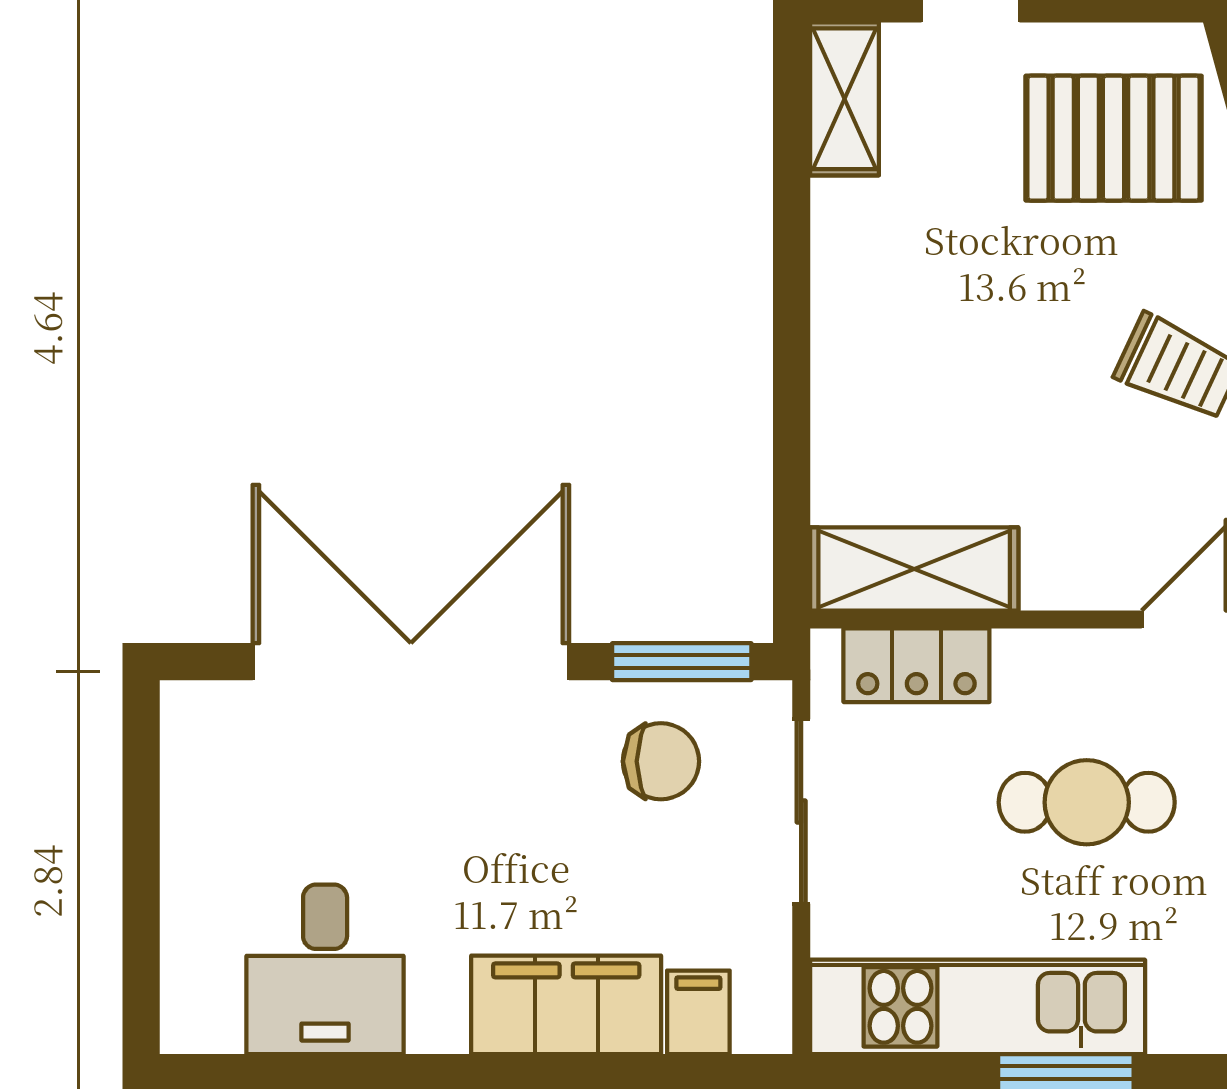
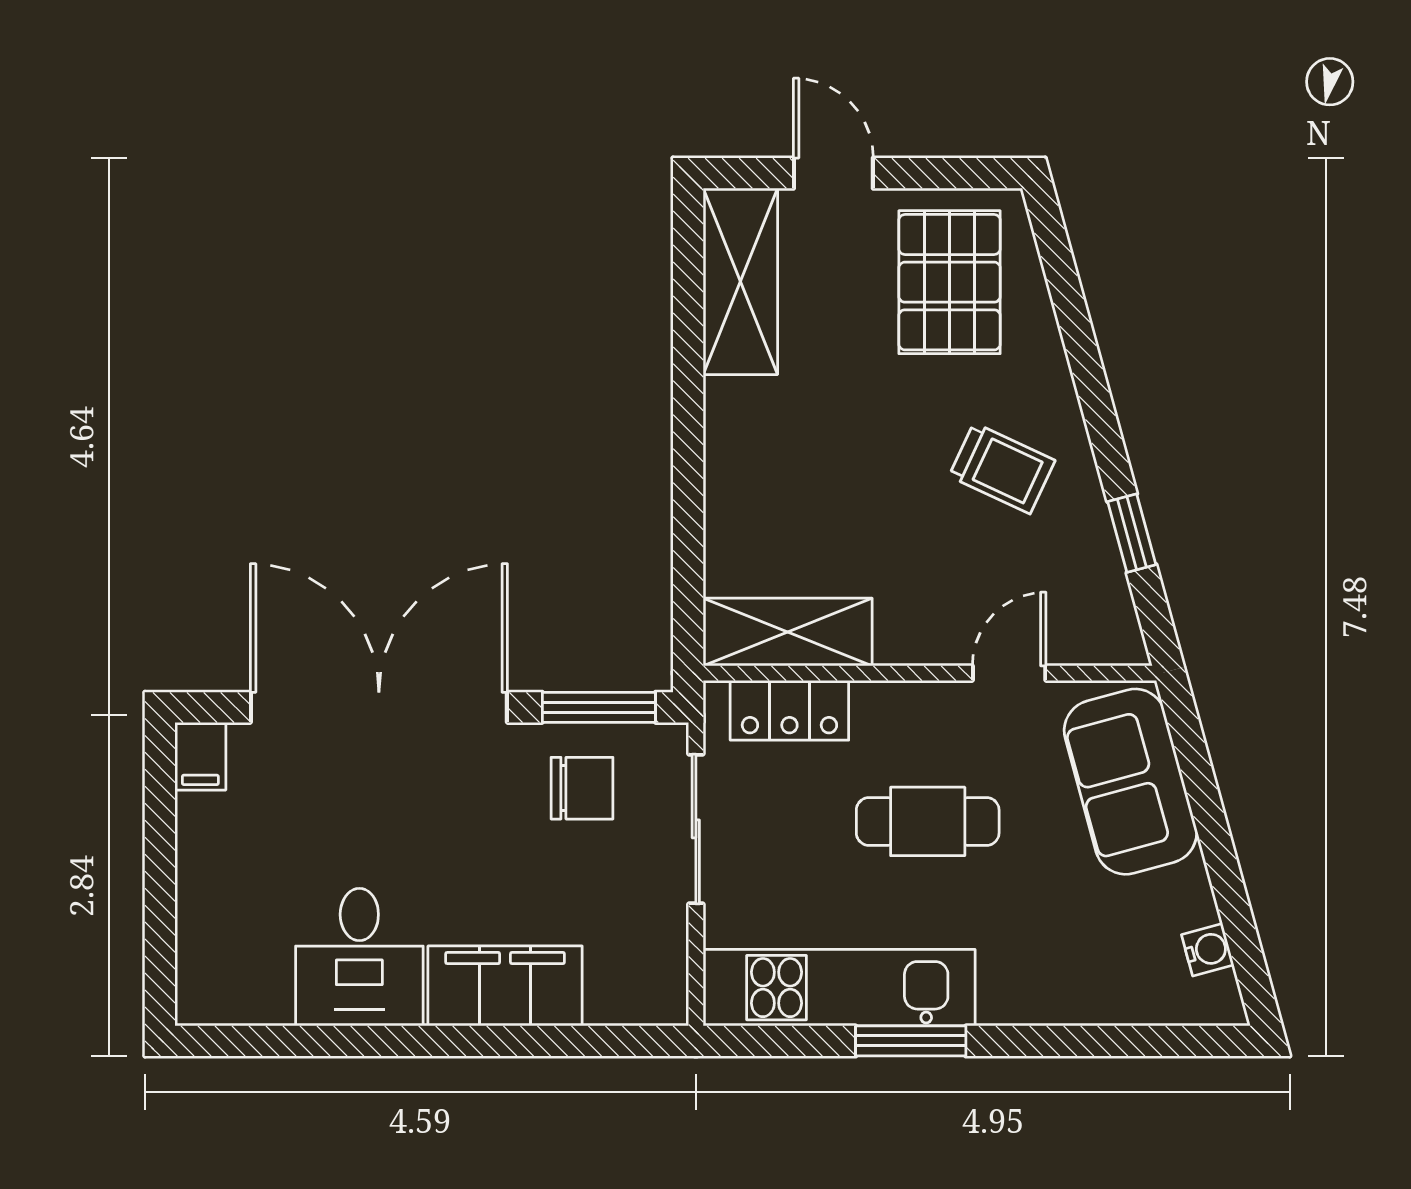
shelving: (844, 99) -> (740, 281), width x1.50, depth x1.33
pallet: (1114, 138) -> (950, 282), turned 90
desk: (325, 969) -> (359, 957), moved
filing cabinet: (698, 1012) -> (200, 756), moved, turned 180

